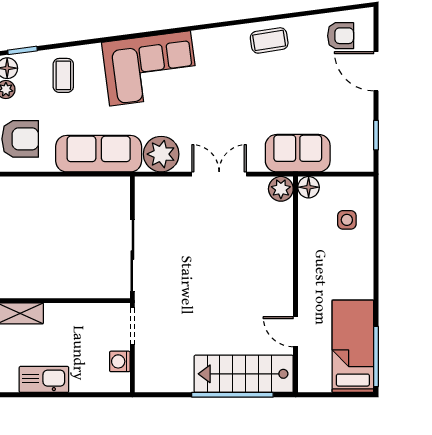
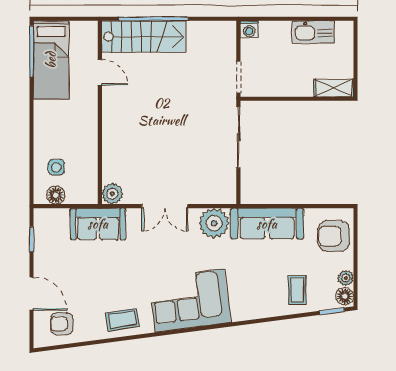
corner sofa: (150, 68) -> (190, 300), moved
floor lamp: (309, 187) -> (56, 195), moved
washing machine: (120, 361) -> (249, 29), moved, turned 90

